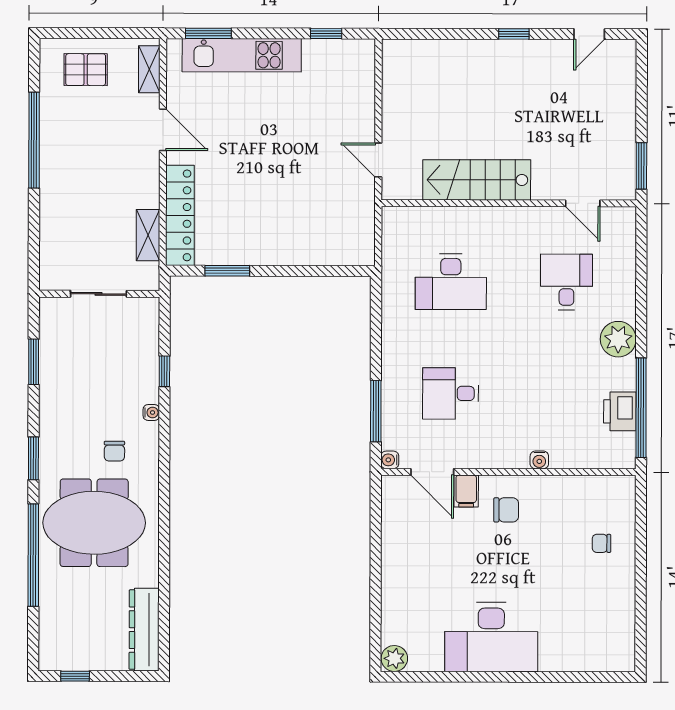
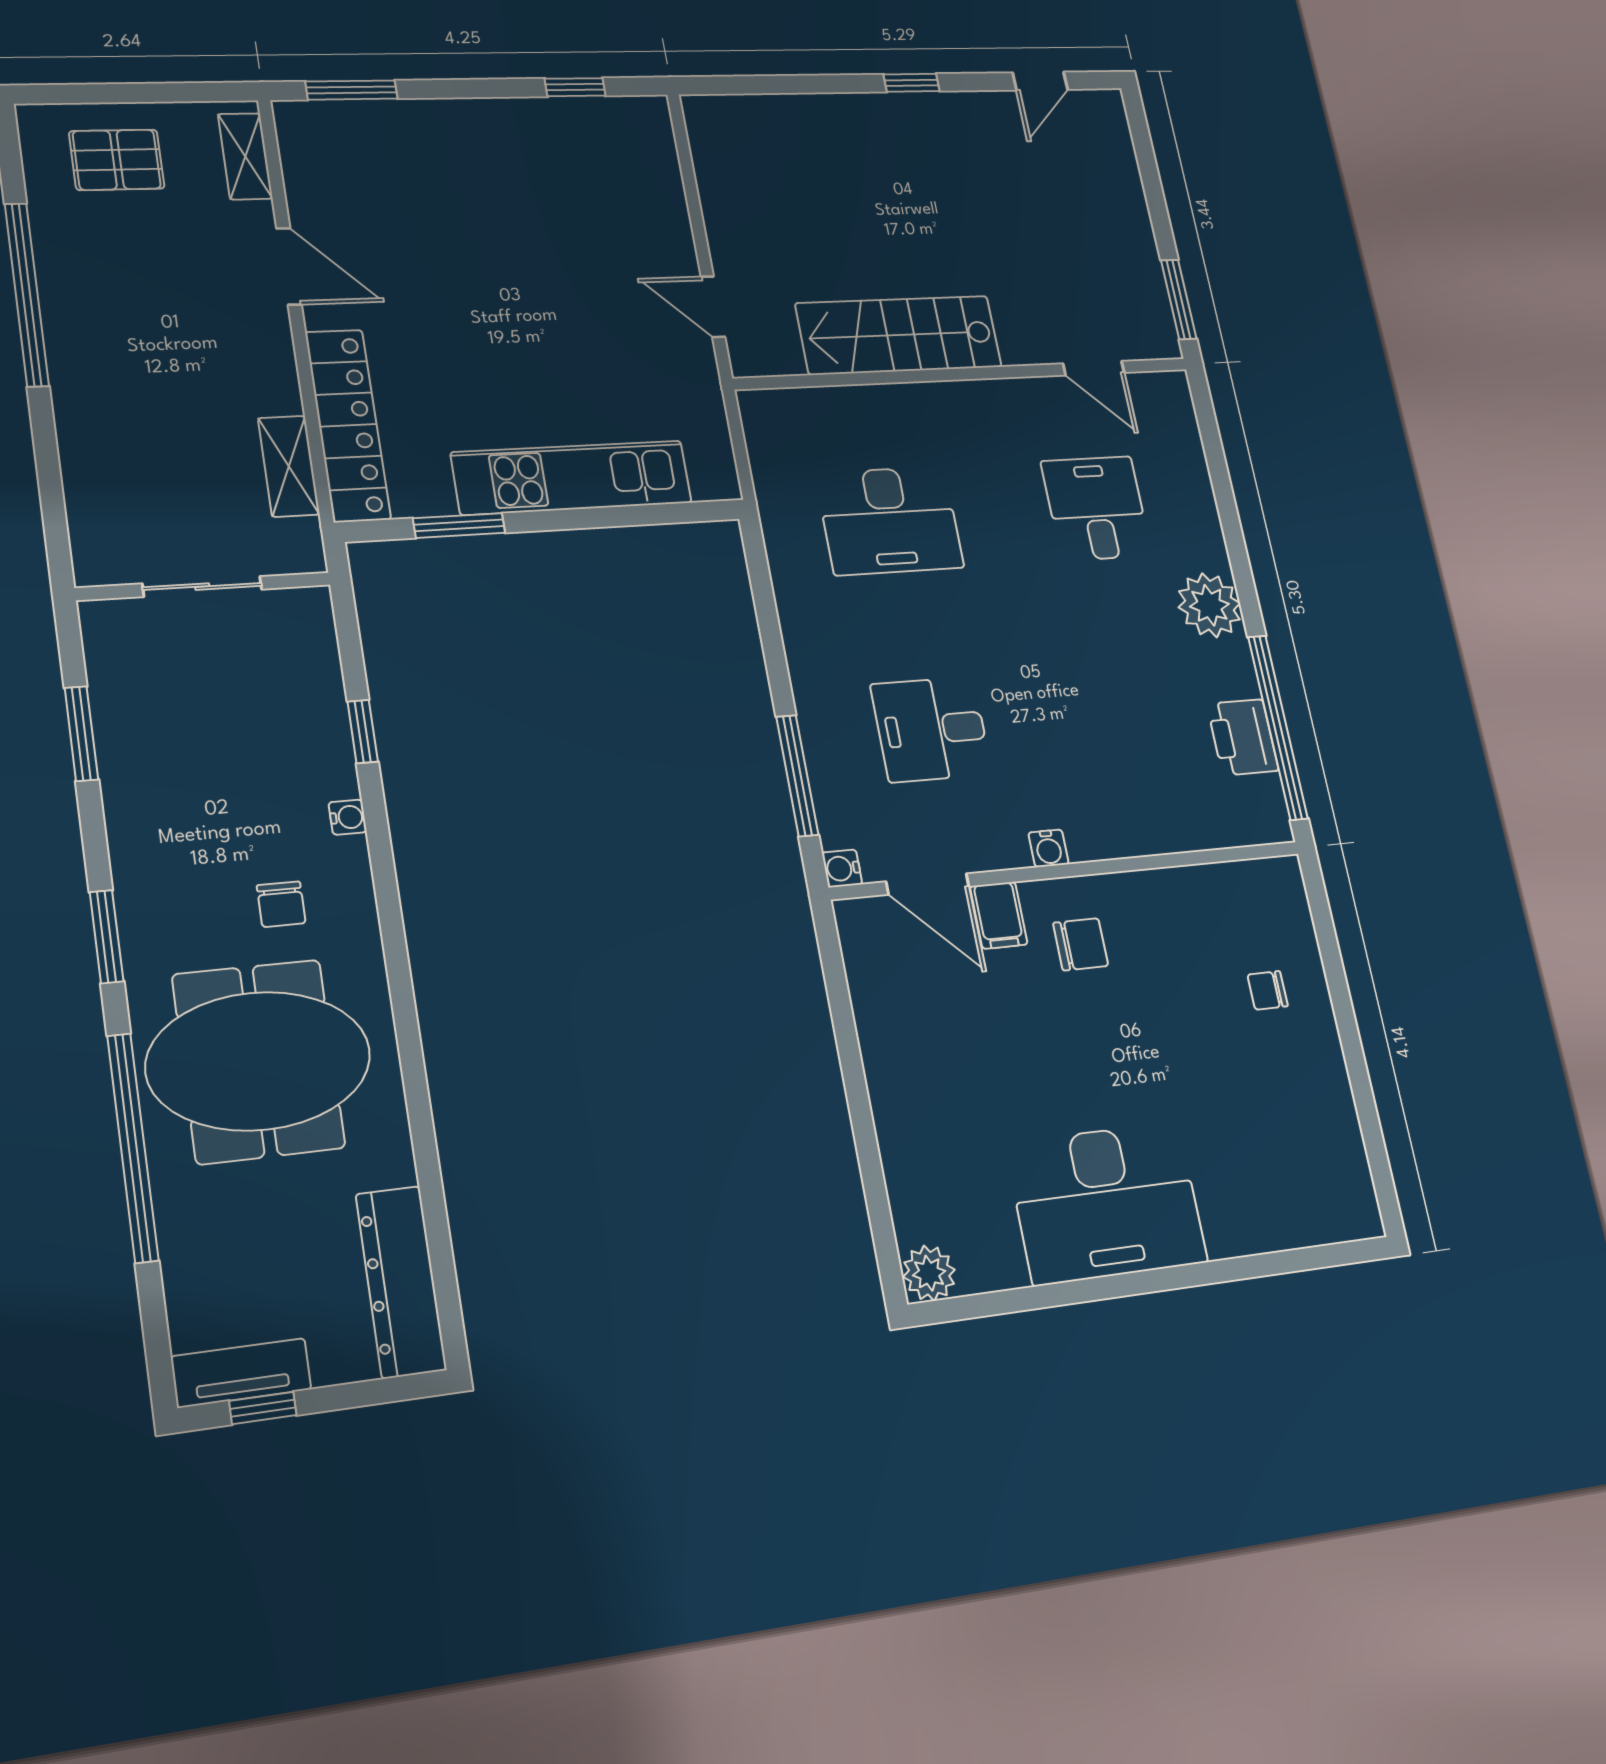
kitchen unit: (242, 55) -> (572, 478), moved, turned 180
water cooler: (539, 460) -> (1049, 848), moved
tv unit: (68, 660) -> (241, 1373), added

